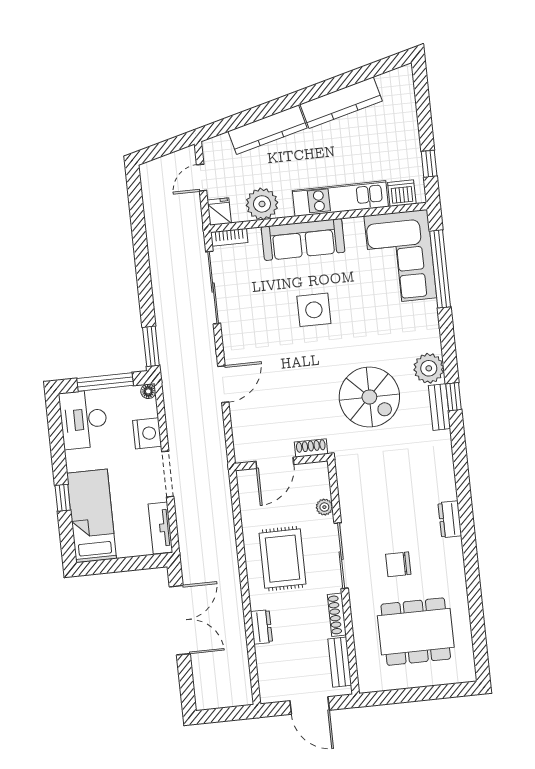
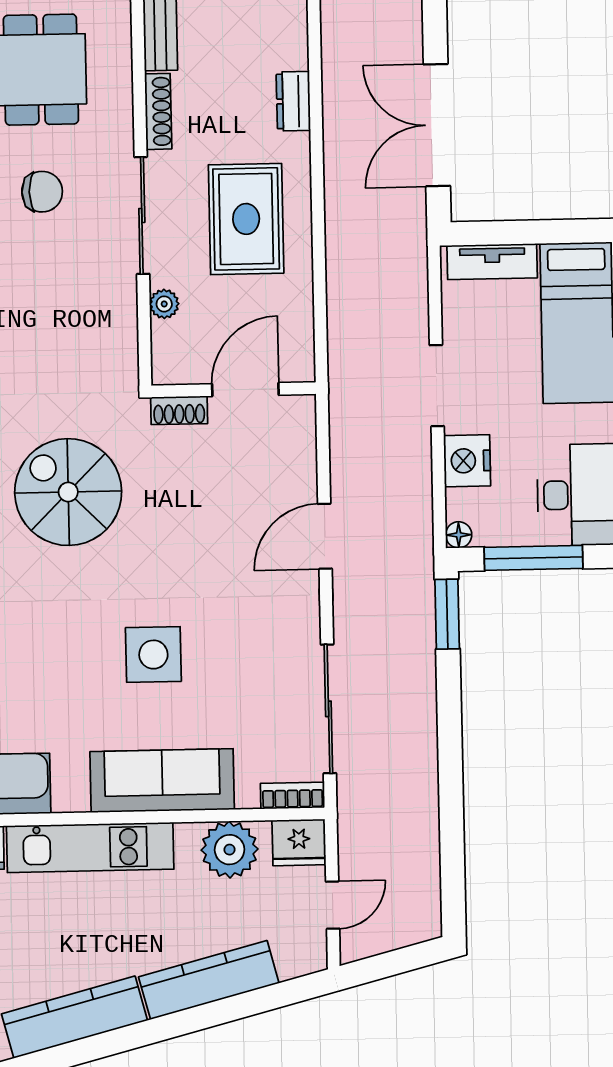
fridge: (219, 212) -> (299, 842), width x1.38
tv unit: (160, 528) -> (492, 262), moved, turned 90

